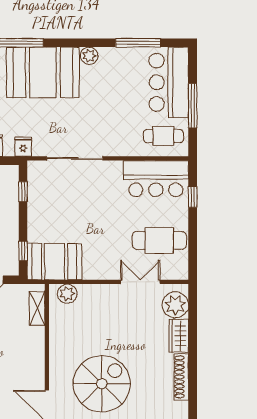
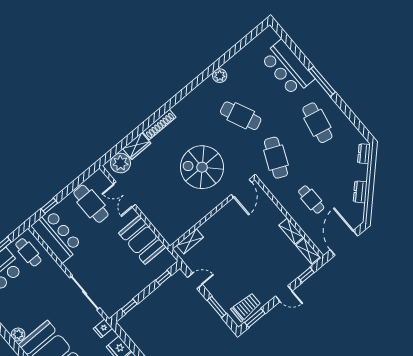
booth: (55, 262) -> (142, 240), moved
plant: (67, 294) -> (167, 231), removed

